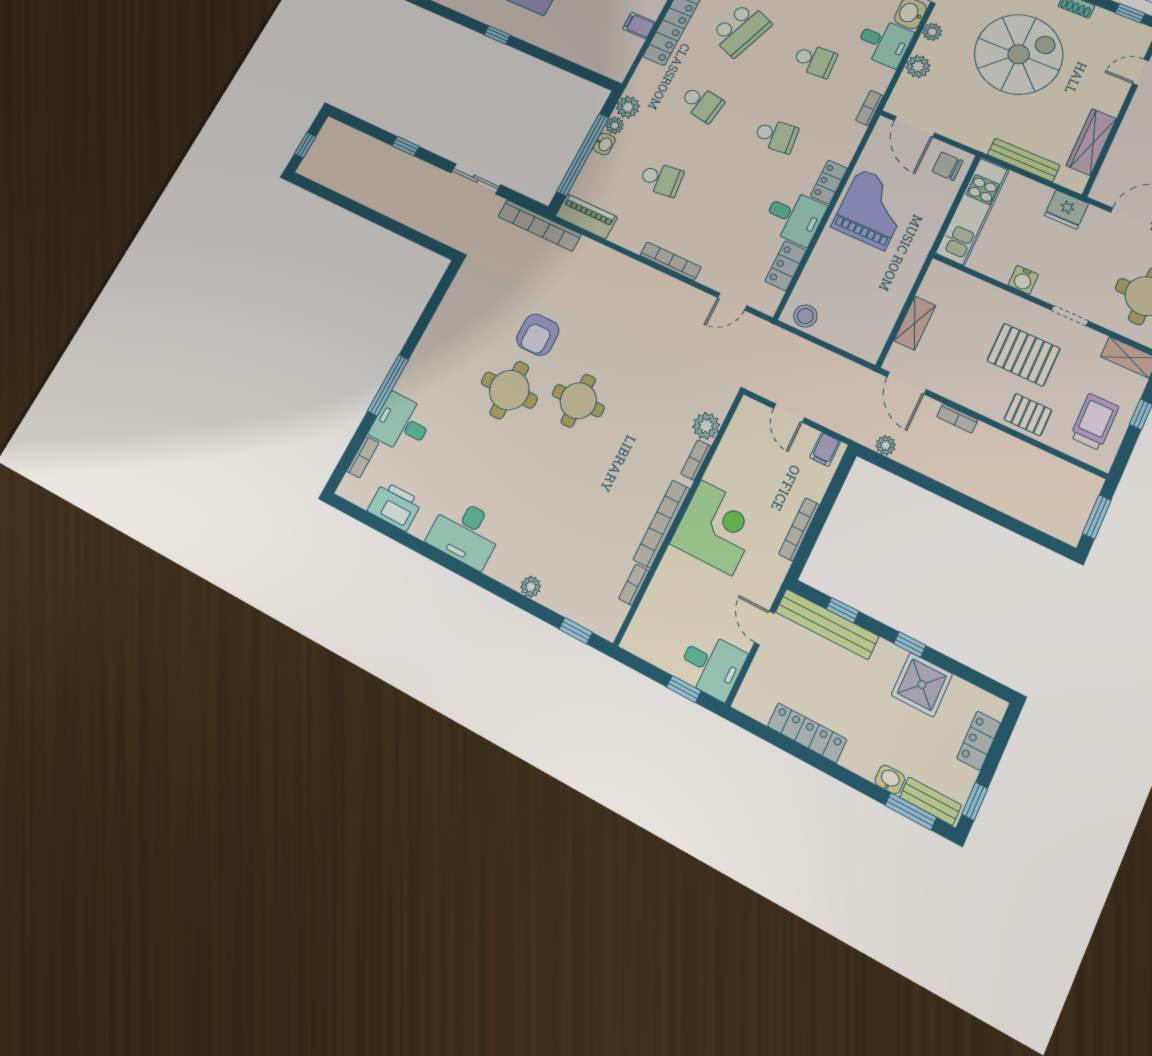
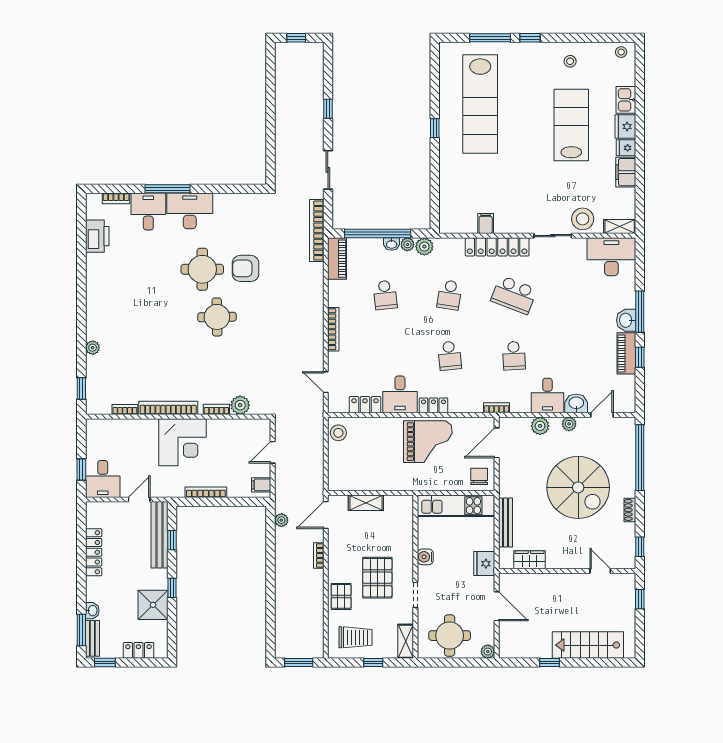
wardrobe: (1091, 142) -> (529, 560), width x0.67
desk: (465, 533) -> (190, 211), moved, turned 90

